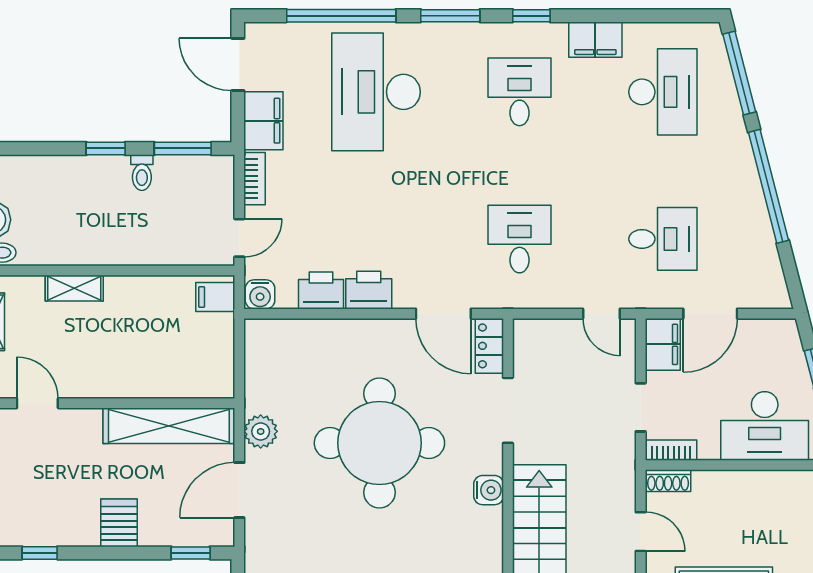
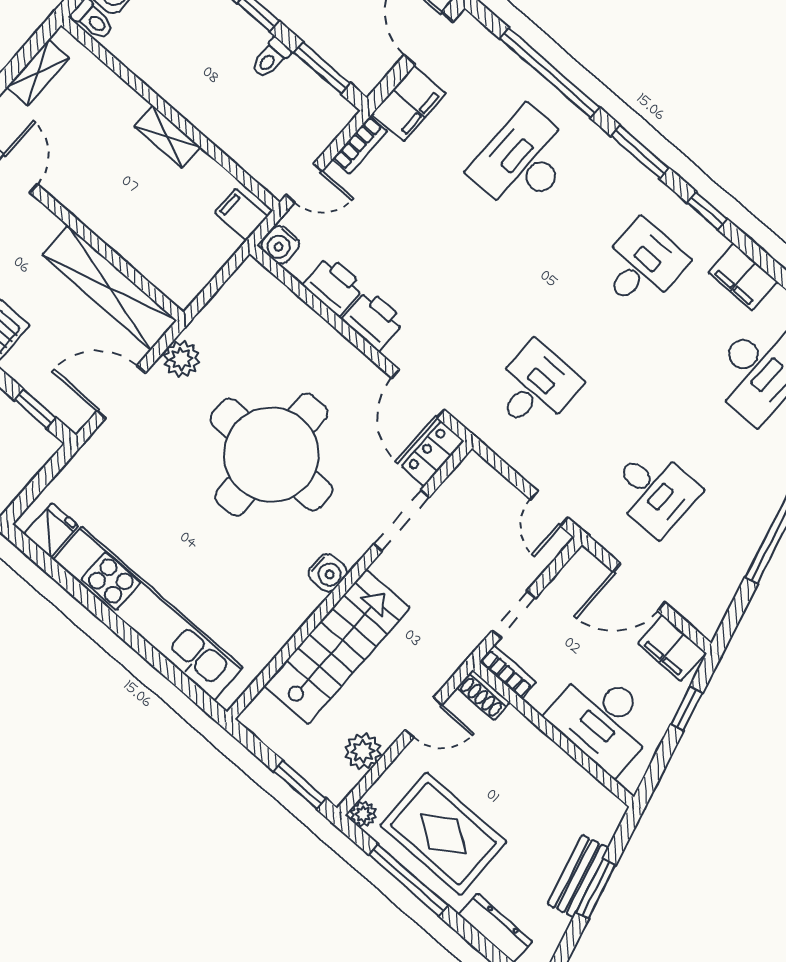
desk: (376, 92) -> (523, 161), width x0.73, depth x0.77
shelving: (74, 288) -> (167, 137), moved
filing cabinet: (663, 344) -> (672, 648), moved, turned 90
door: (641, 532) -> (424, 717), hinge flipped

